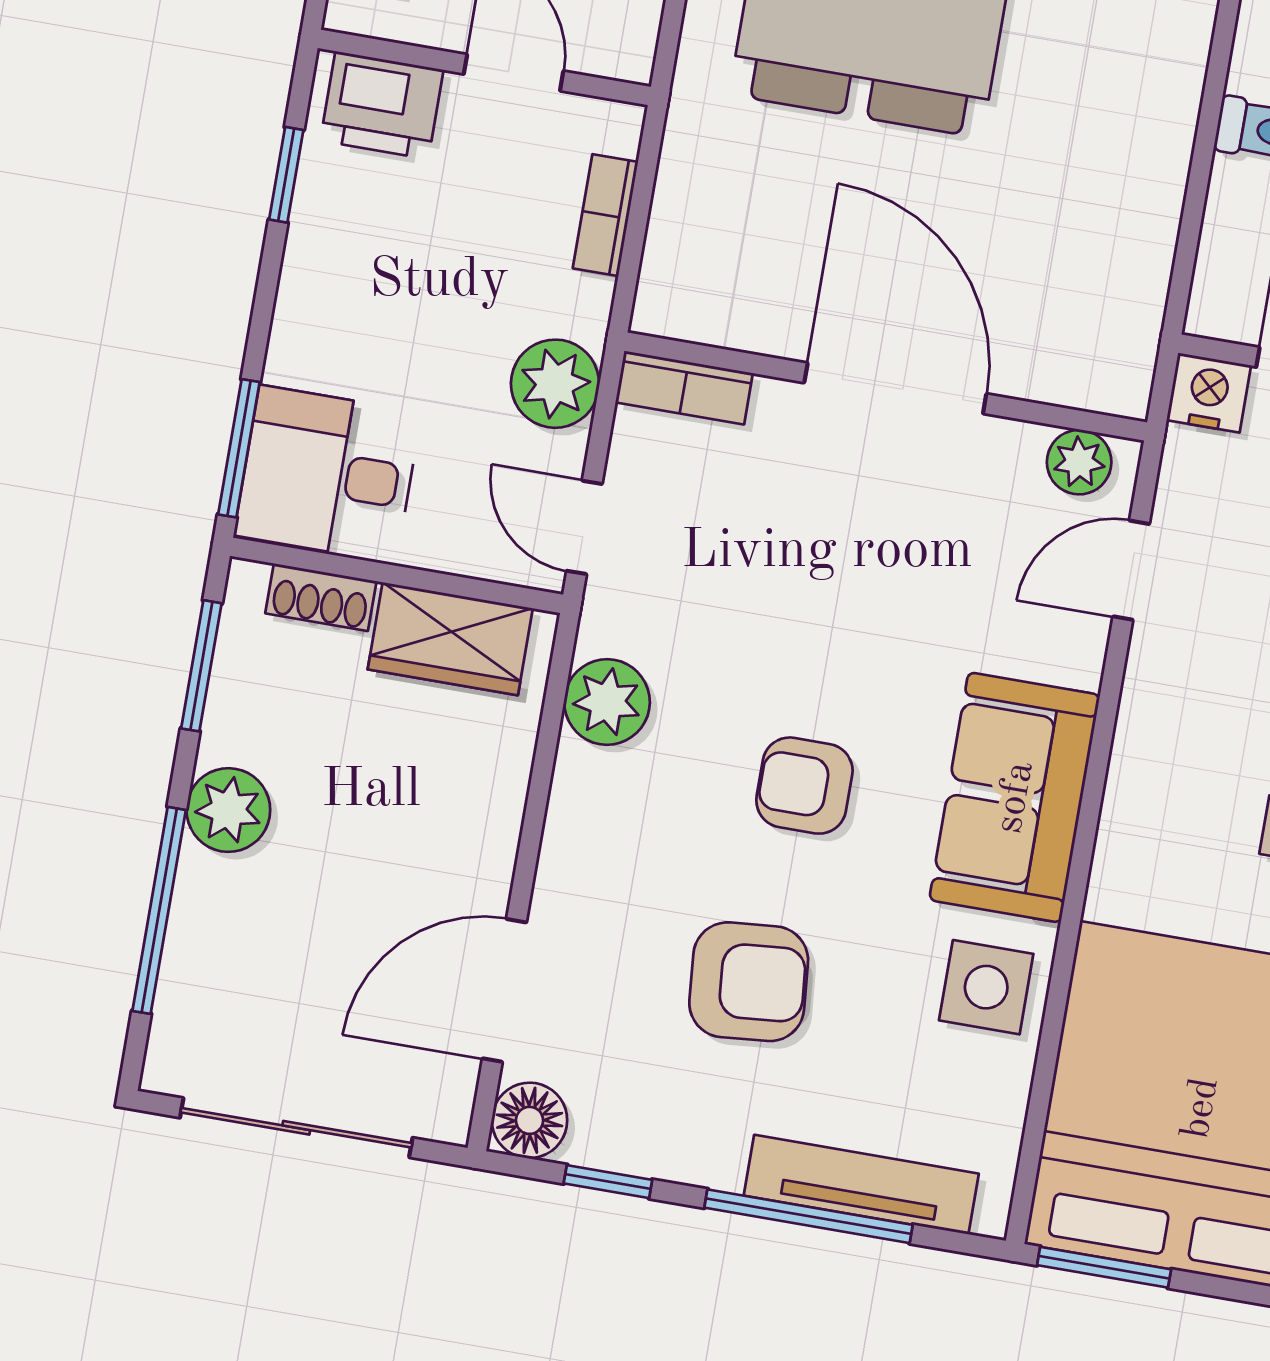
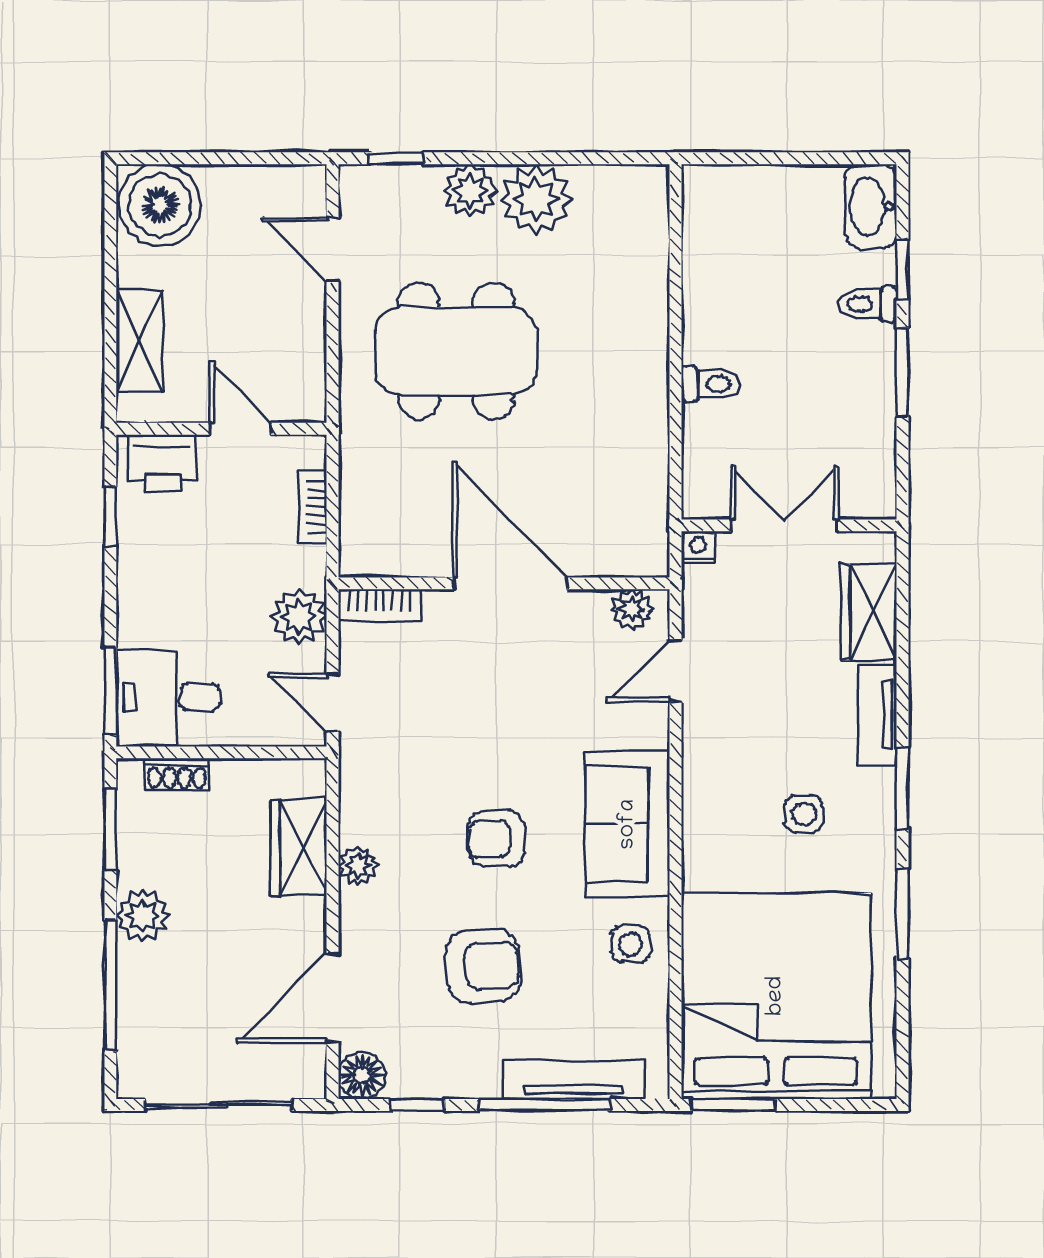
nightstand: (1209, 393) -> (698, 547), width x0.72, depth x0.74
wardrobe: (450, 639) -> (299, 847), moved, turned 90
plant: (607, 702) -> (358, 866), moved, width x0.73, depth x0.73
side table: (986, 987) -> (630, 944), width x0.73, depth x0.73

